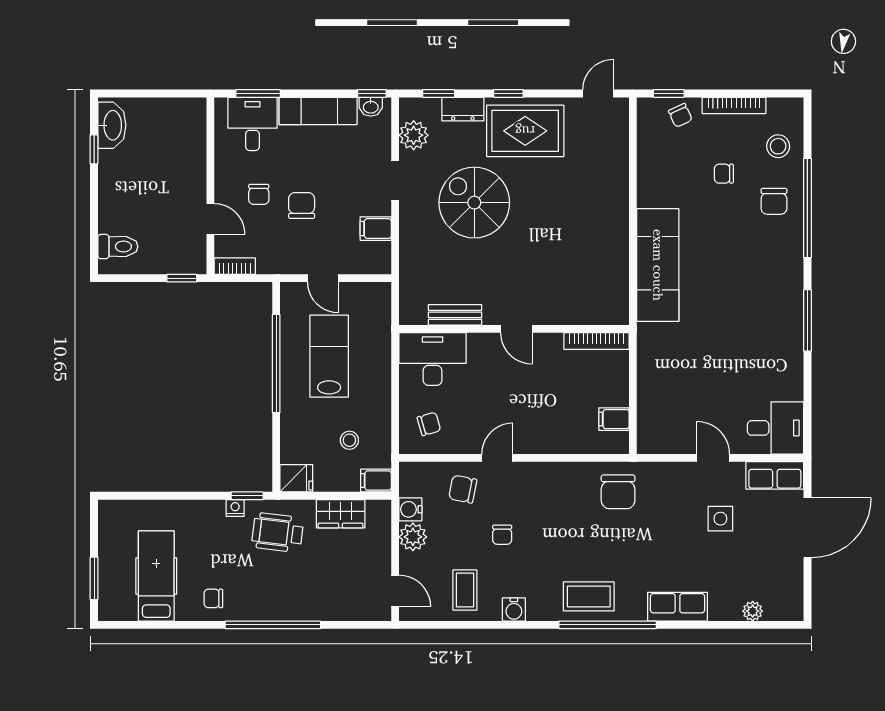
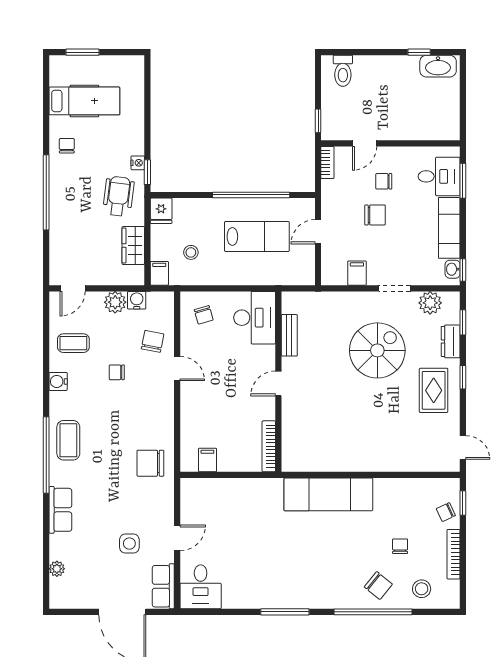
rug: (525, 131) -> (434, 390), width x0.73, depth x0.70
chair: (774, 201) -> (378, 586), turned -141

